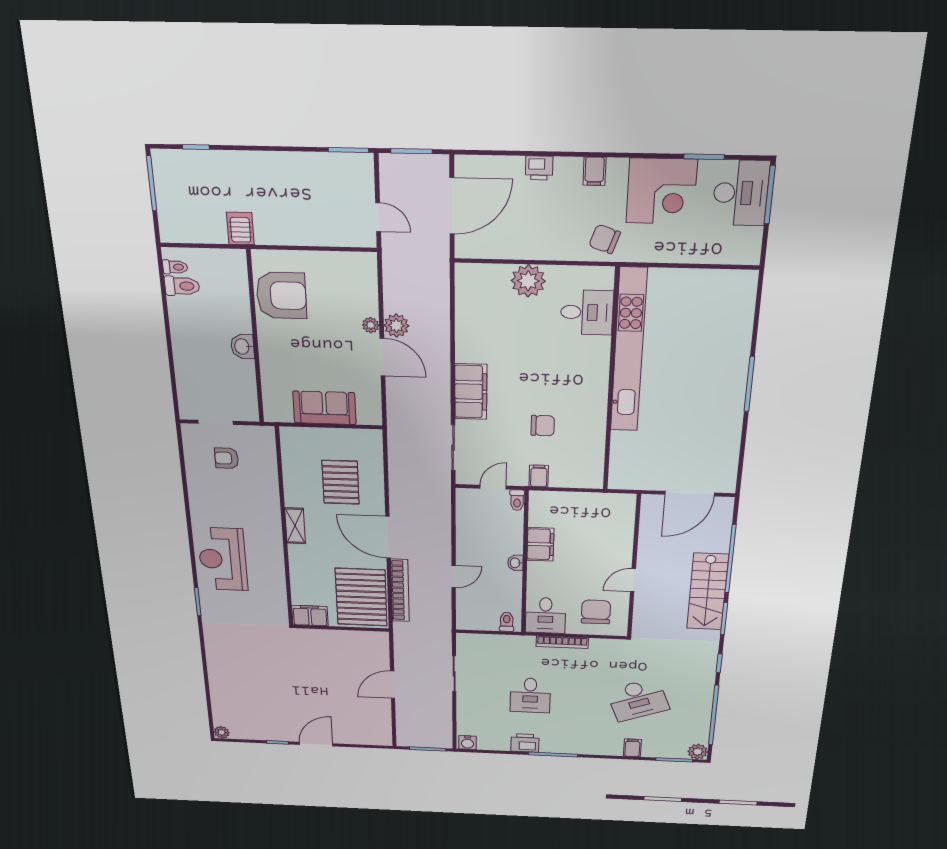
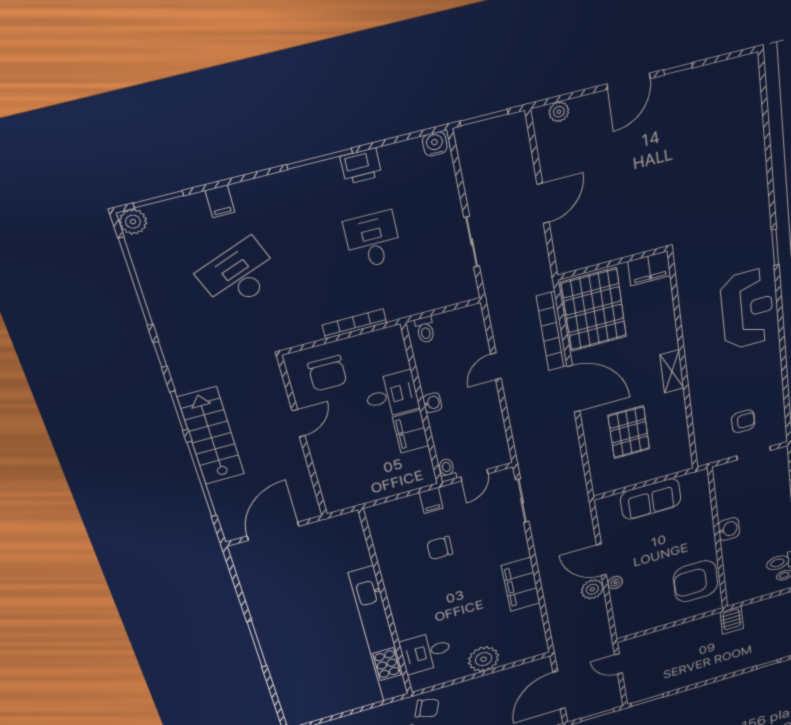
filing cabinet: (471, 392) -> (521, 584), moved
desk: (545, 615) -> (392, 395), moved, turned 90
plant: (222, 732) -> (559, 112), moved

